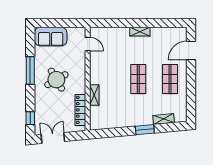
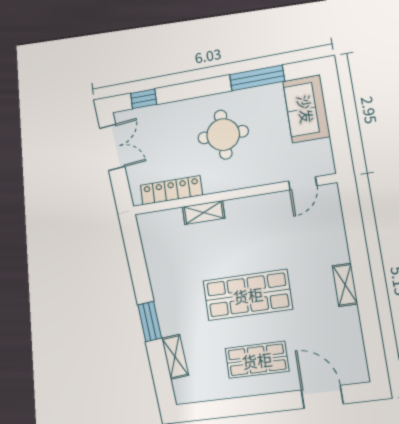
window: (30, 70) -> (257, 78), moved
shop shelf: (138, 79) -> (248, 295), width x1.43, depth x1.36
round table: (56, 80) -> (223, 135), turned 30

